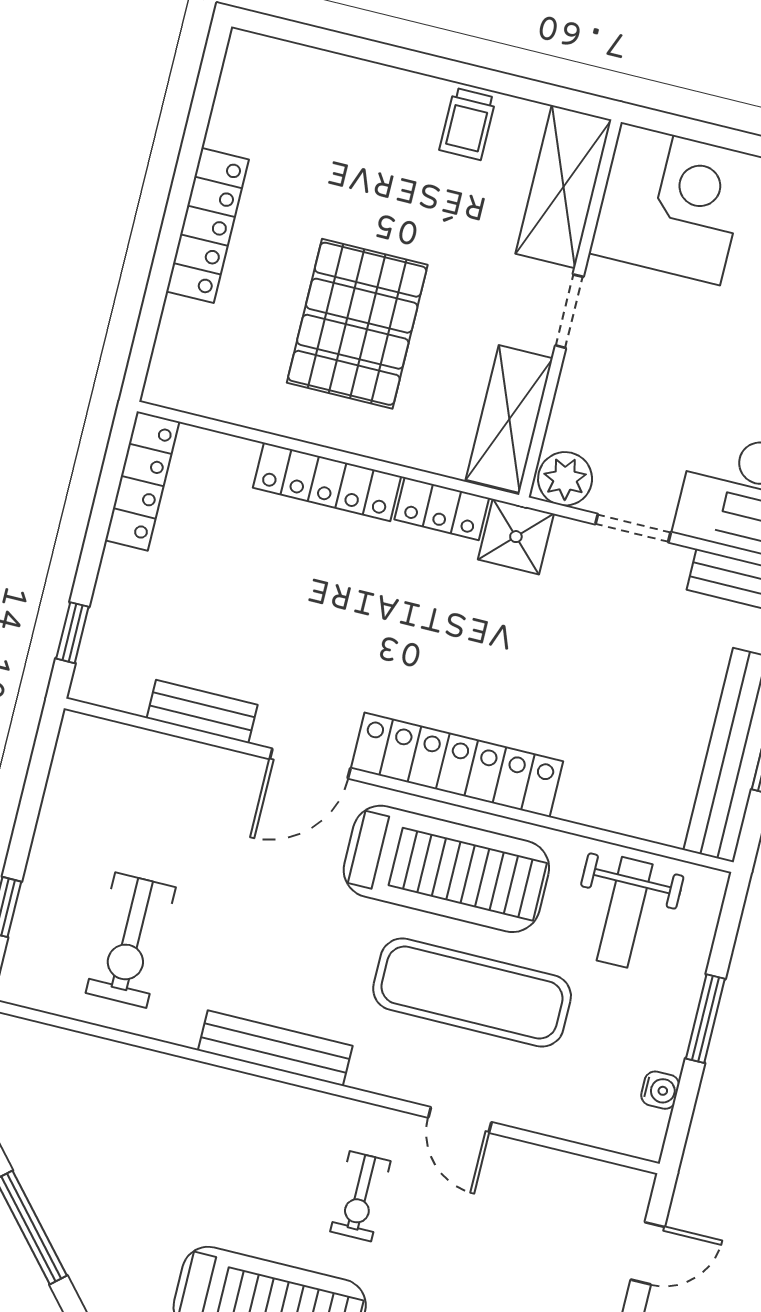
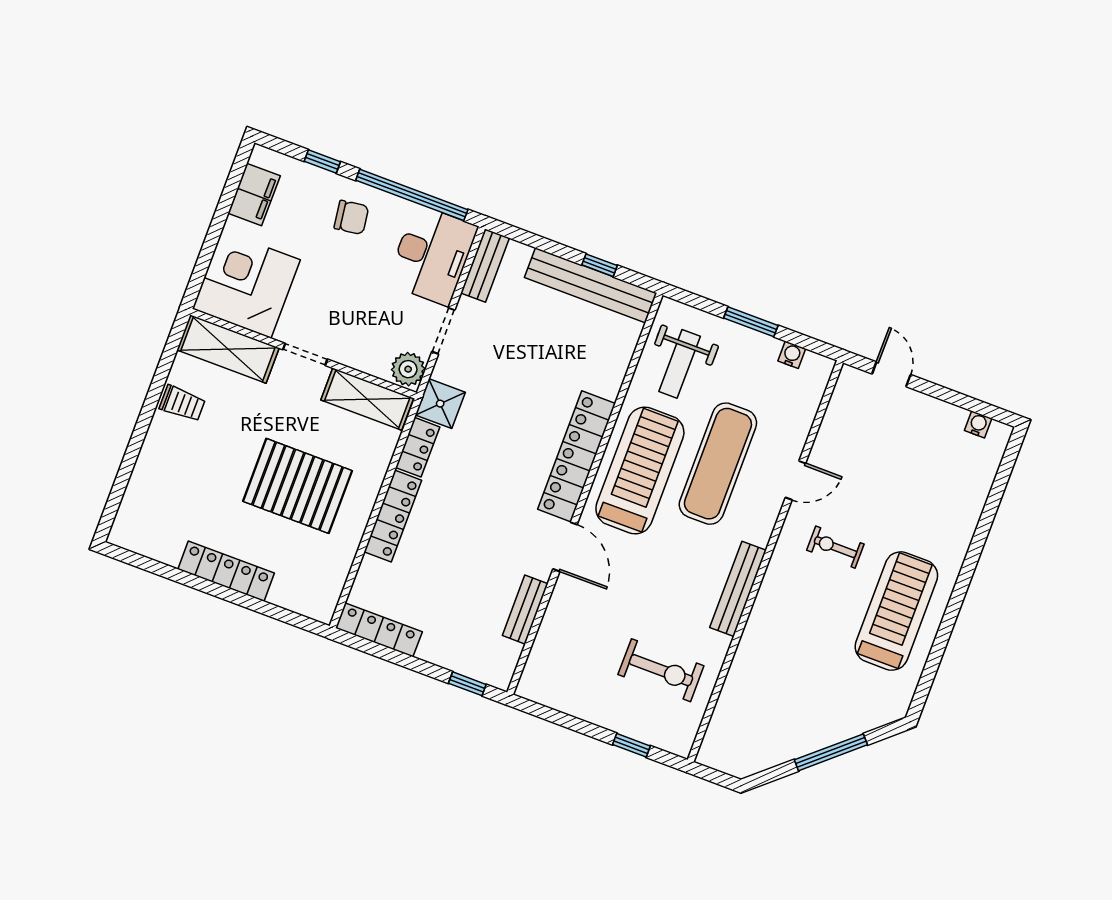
weight bench: (625, 912) -> (680, 364), turned 90
exercise bike: (360, 1196) -> (835, 547), turned 180

